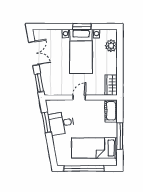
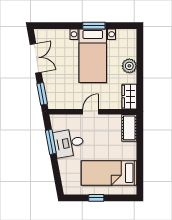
plant: (111, 46) -> (129, 66), moved
window: (120, 136) -> (140, 158), removed
window: (84, 168) -> (96, 198), width x0.32

